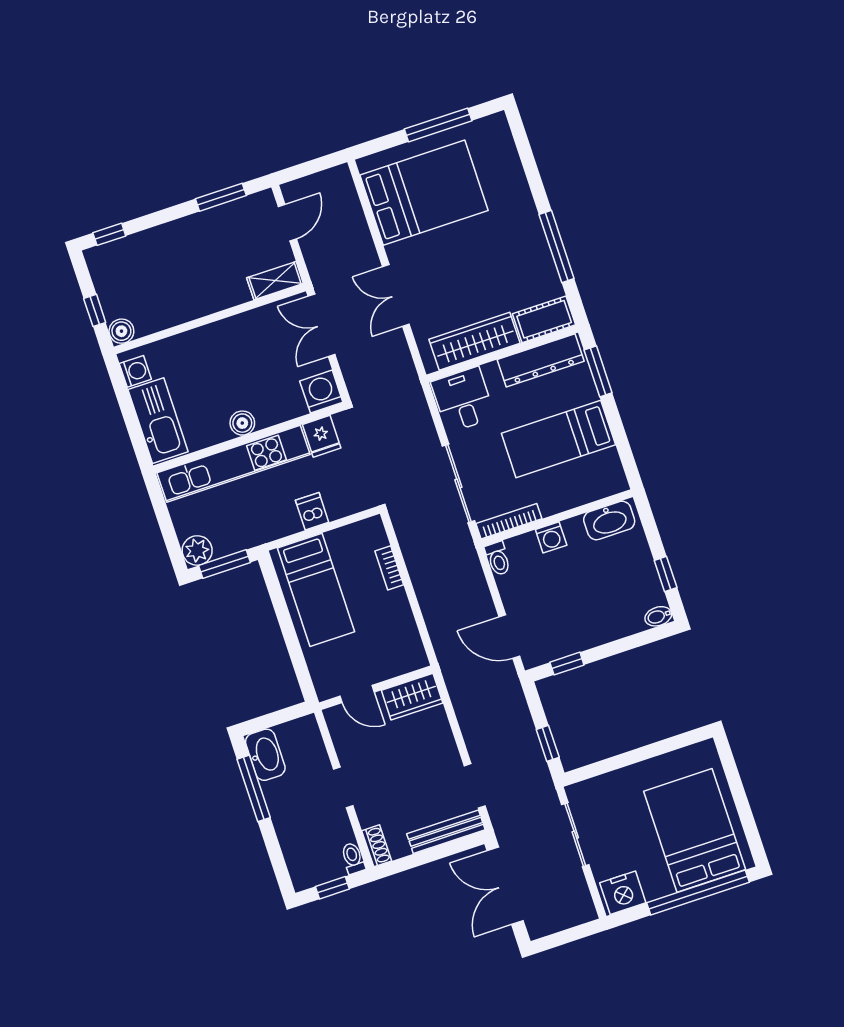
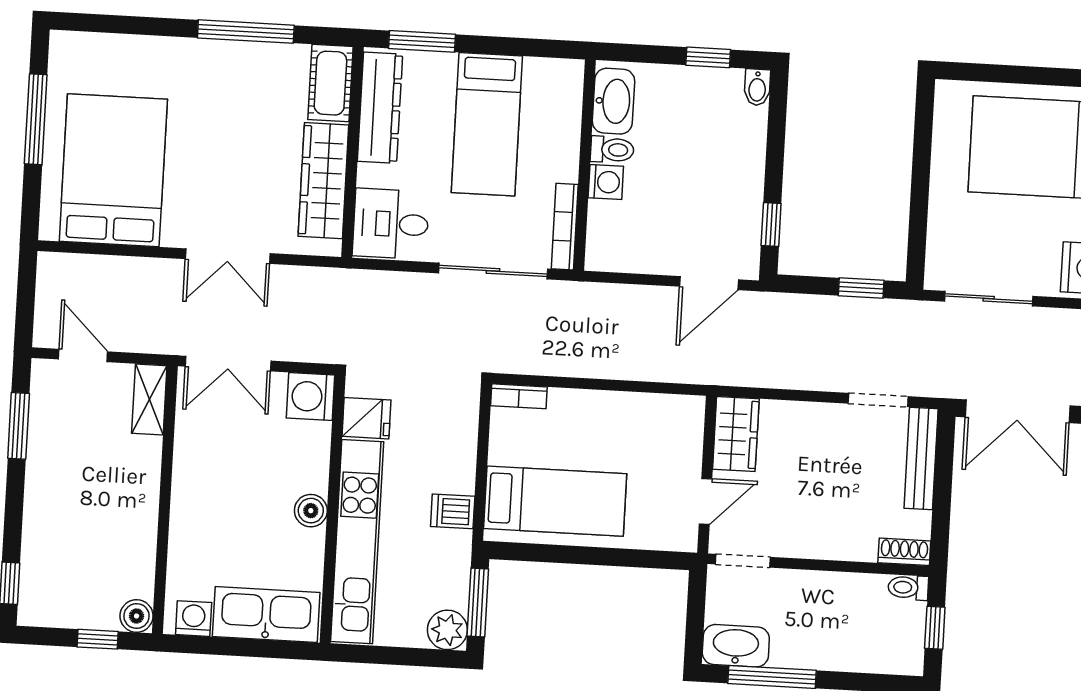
dishwasher: (312, 511) -> (453, 511), moved
toilet: (498, 559) -> (612, 150), moved
bookcase: (389, 568) -> (519, 396), moved
doorway: (343, 788) -> (743, 561), moved

